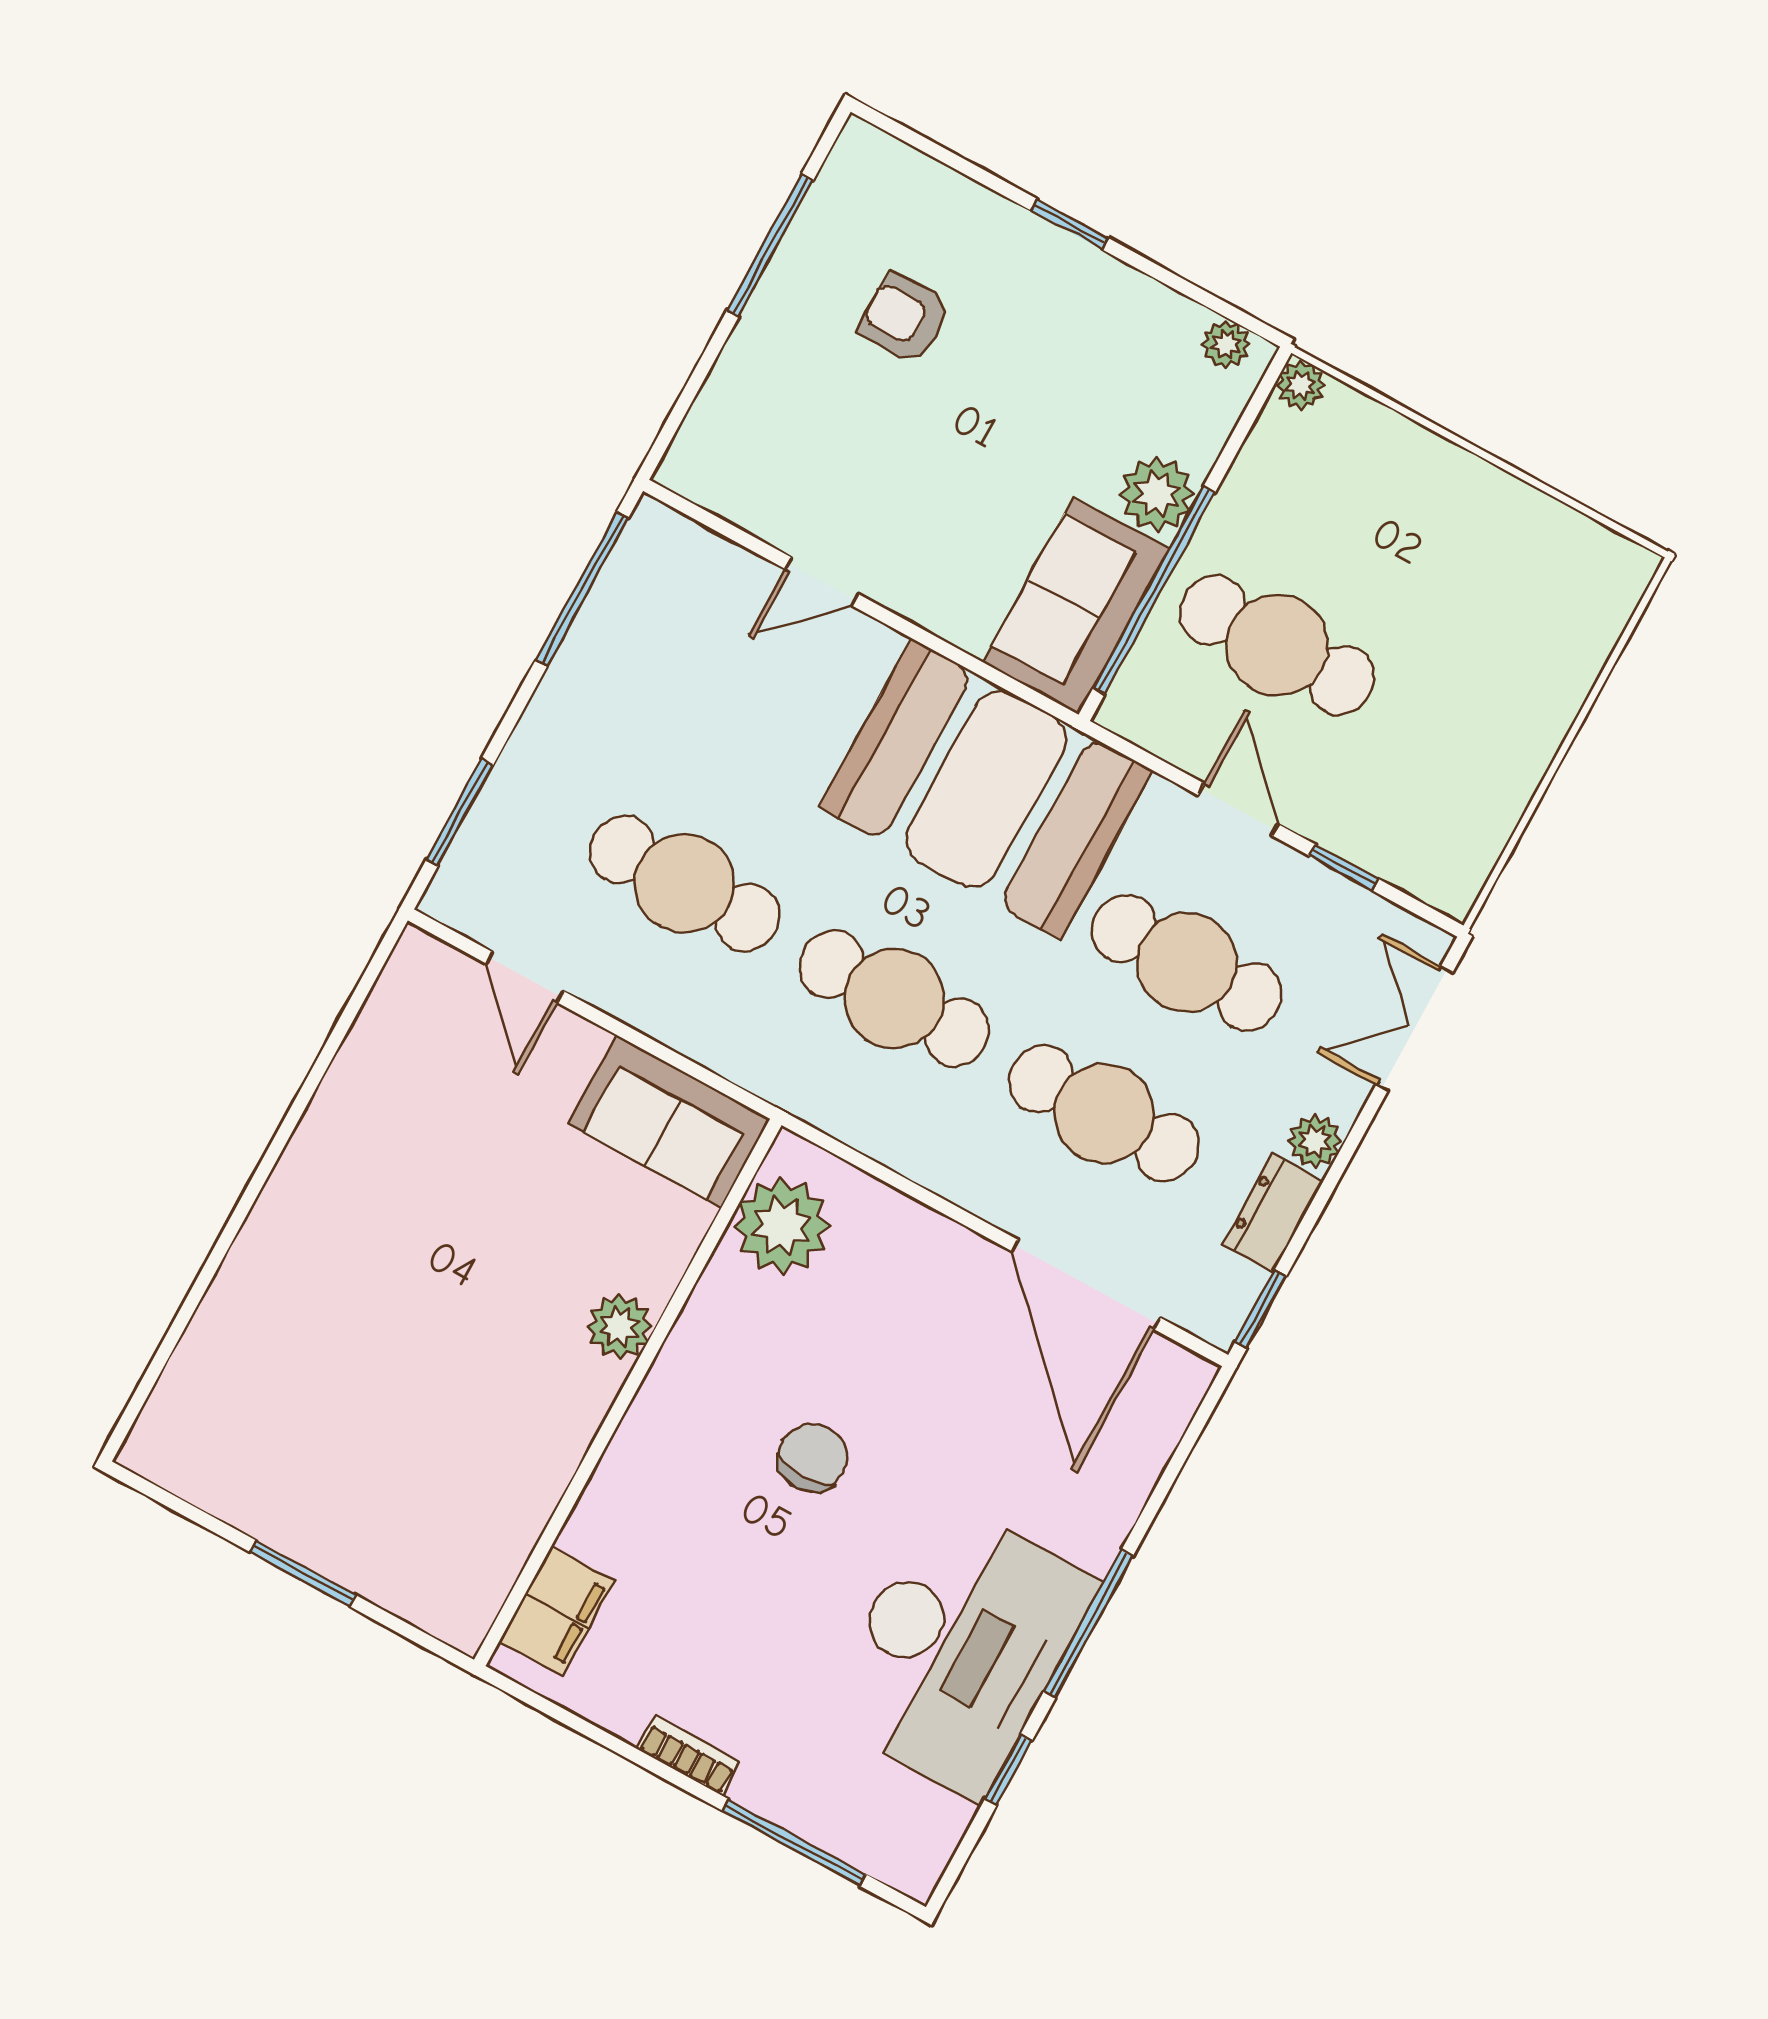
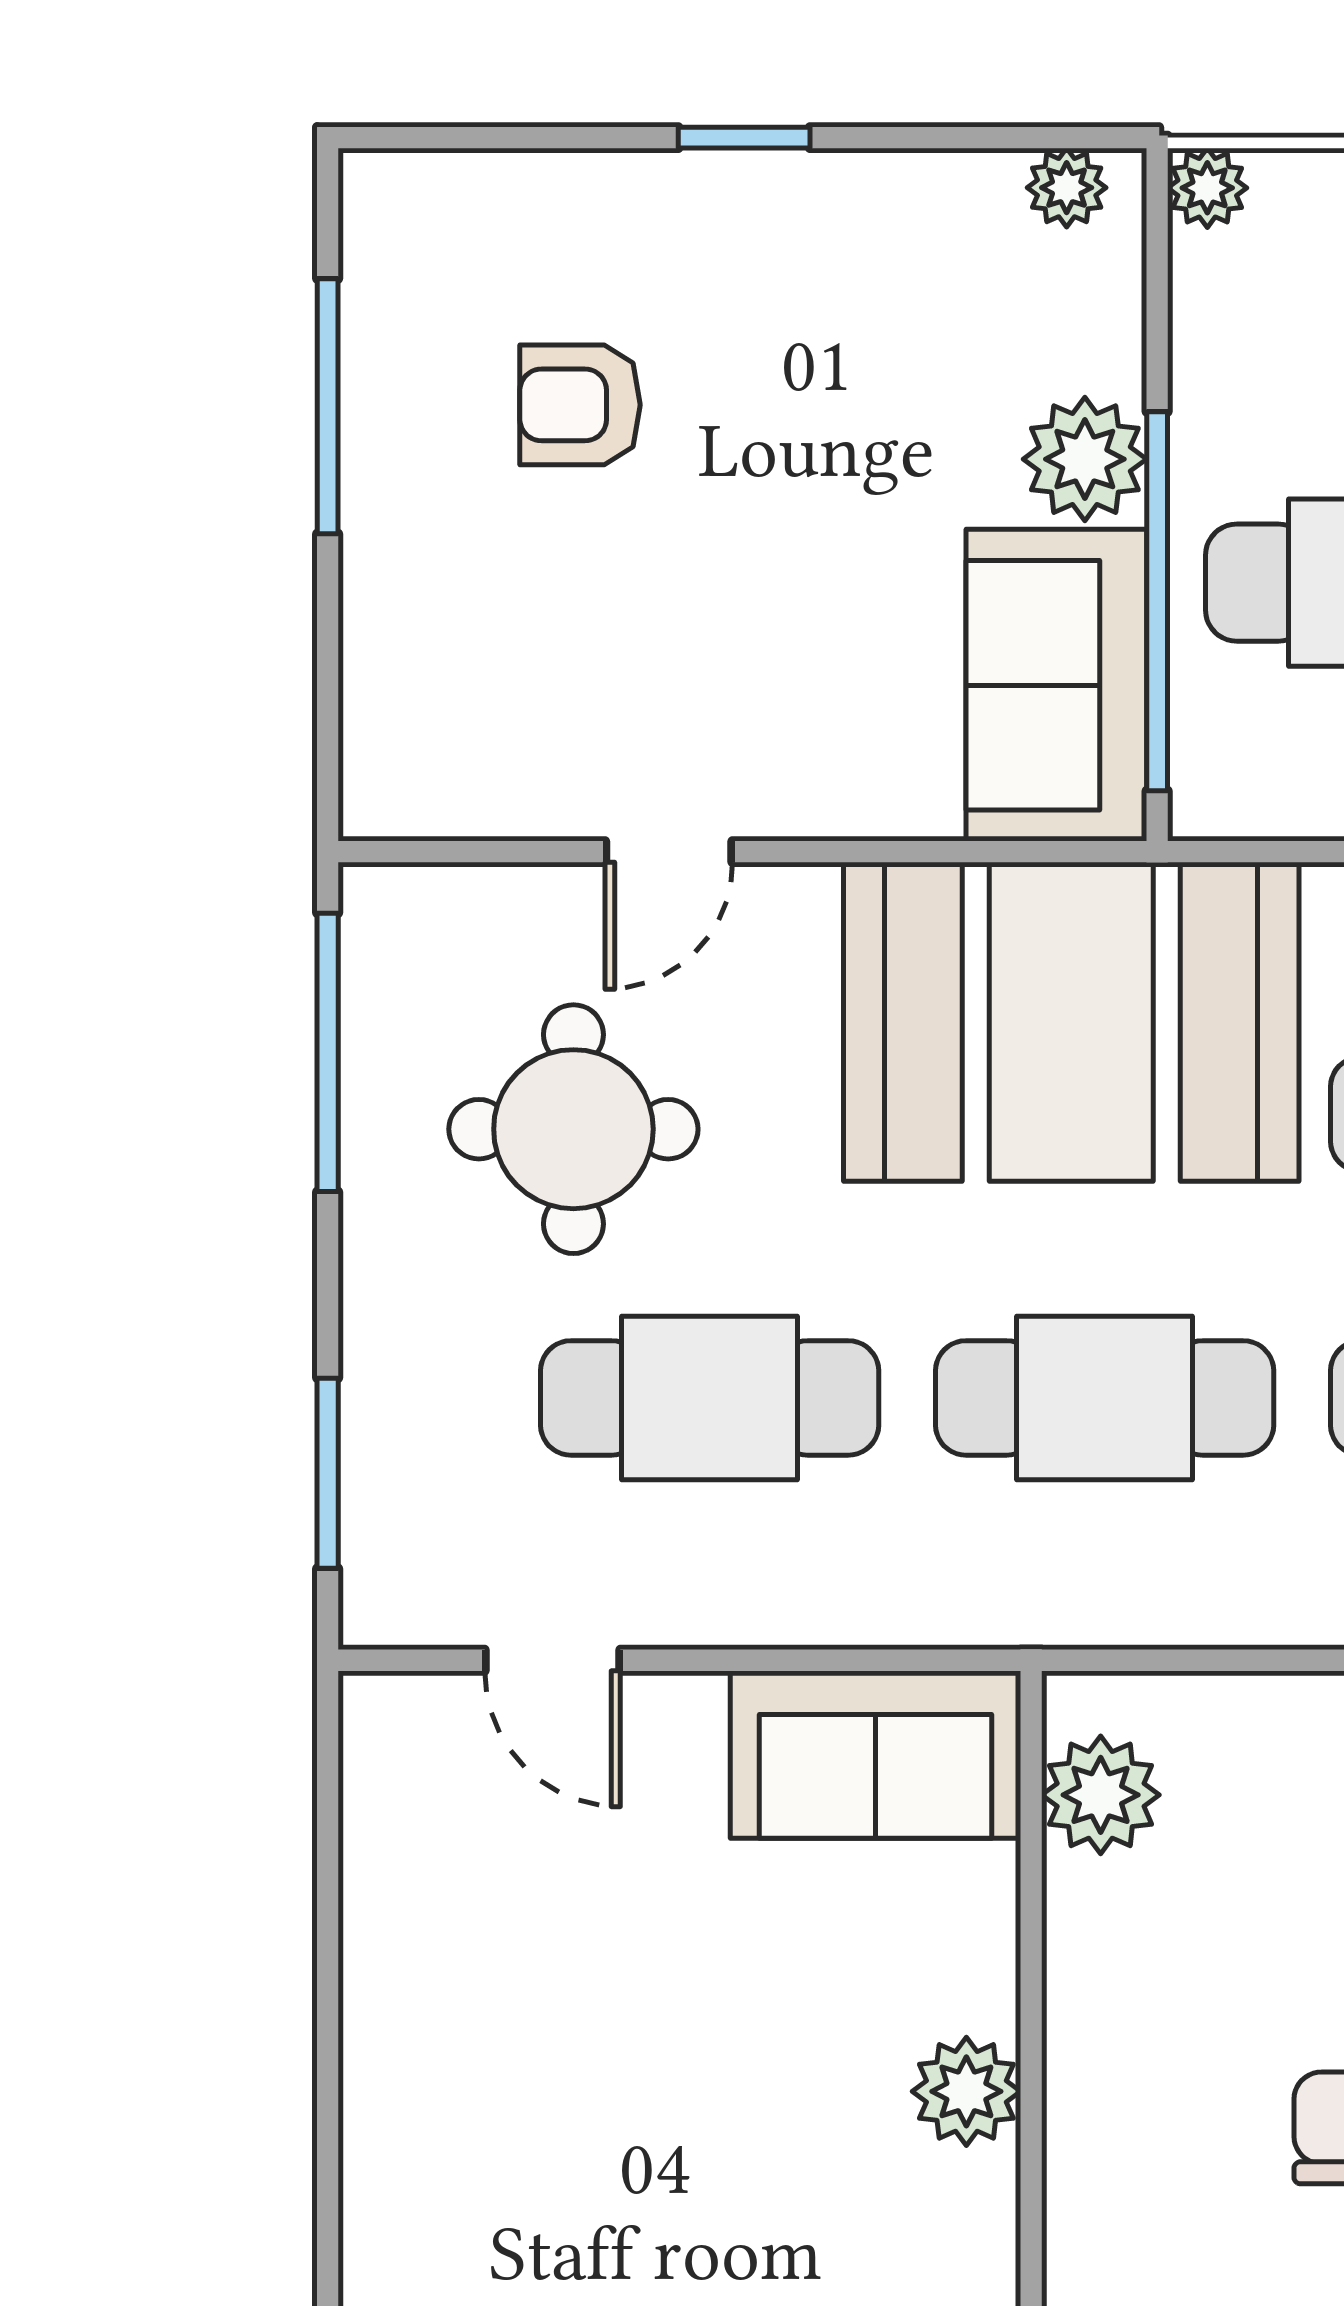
round table: (690, 701) -> (573, 1129), added
plant: (782, 1226) -> (1101, 1795), width x0.73, depth x0.73

